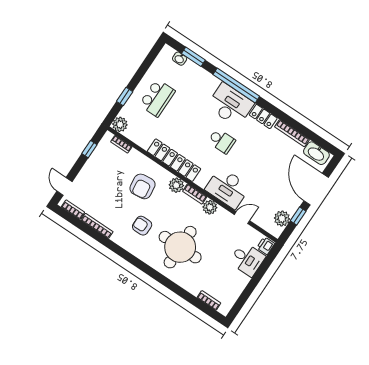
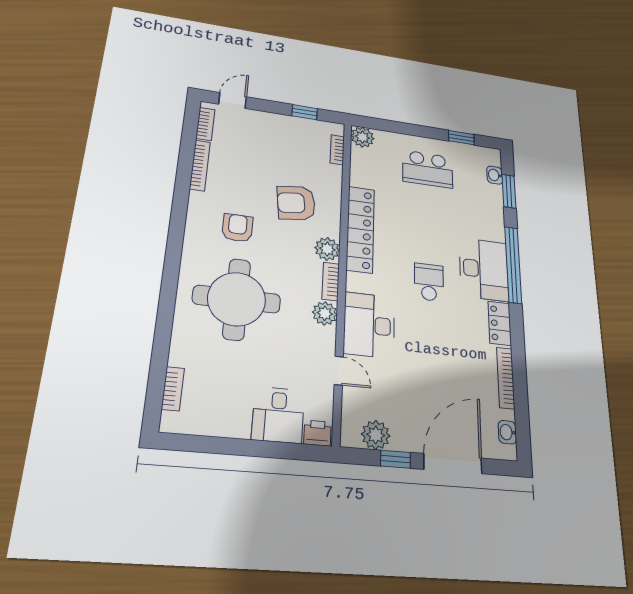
window: (125, 97) -> (461, 138), moved
school desk: (222, 141) -> (429, 282), turned 180
washbasin: (316, 153) -> (507, 432), width x0.52, depth x0.69

